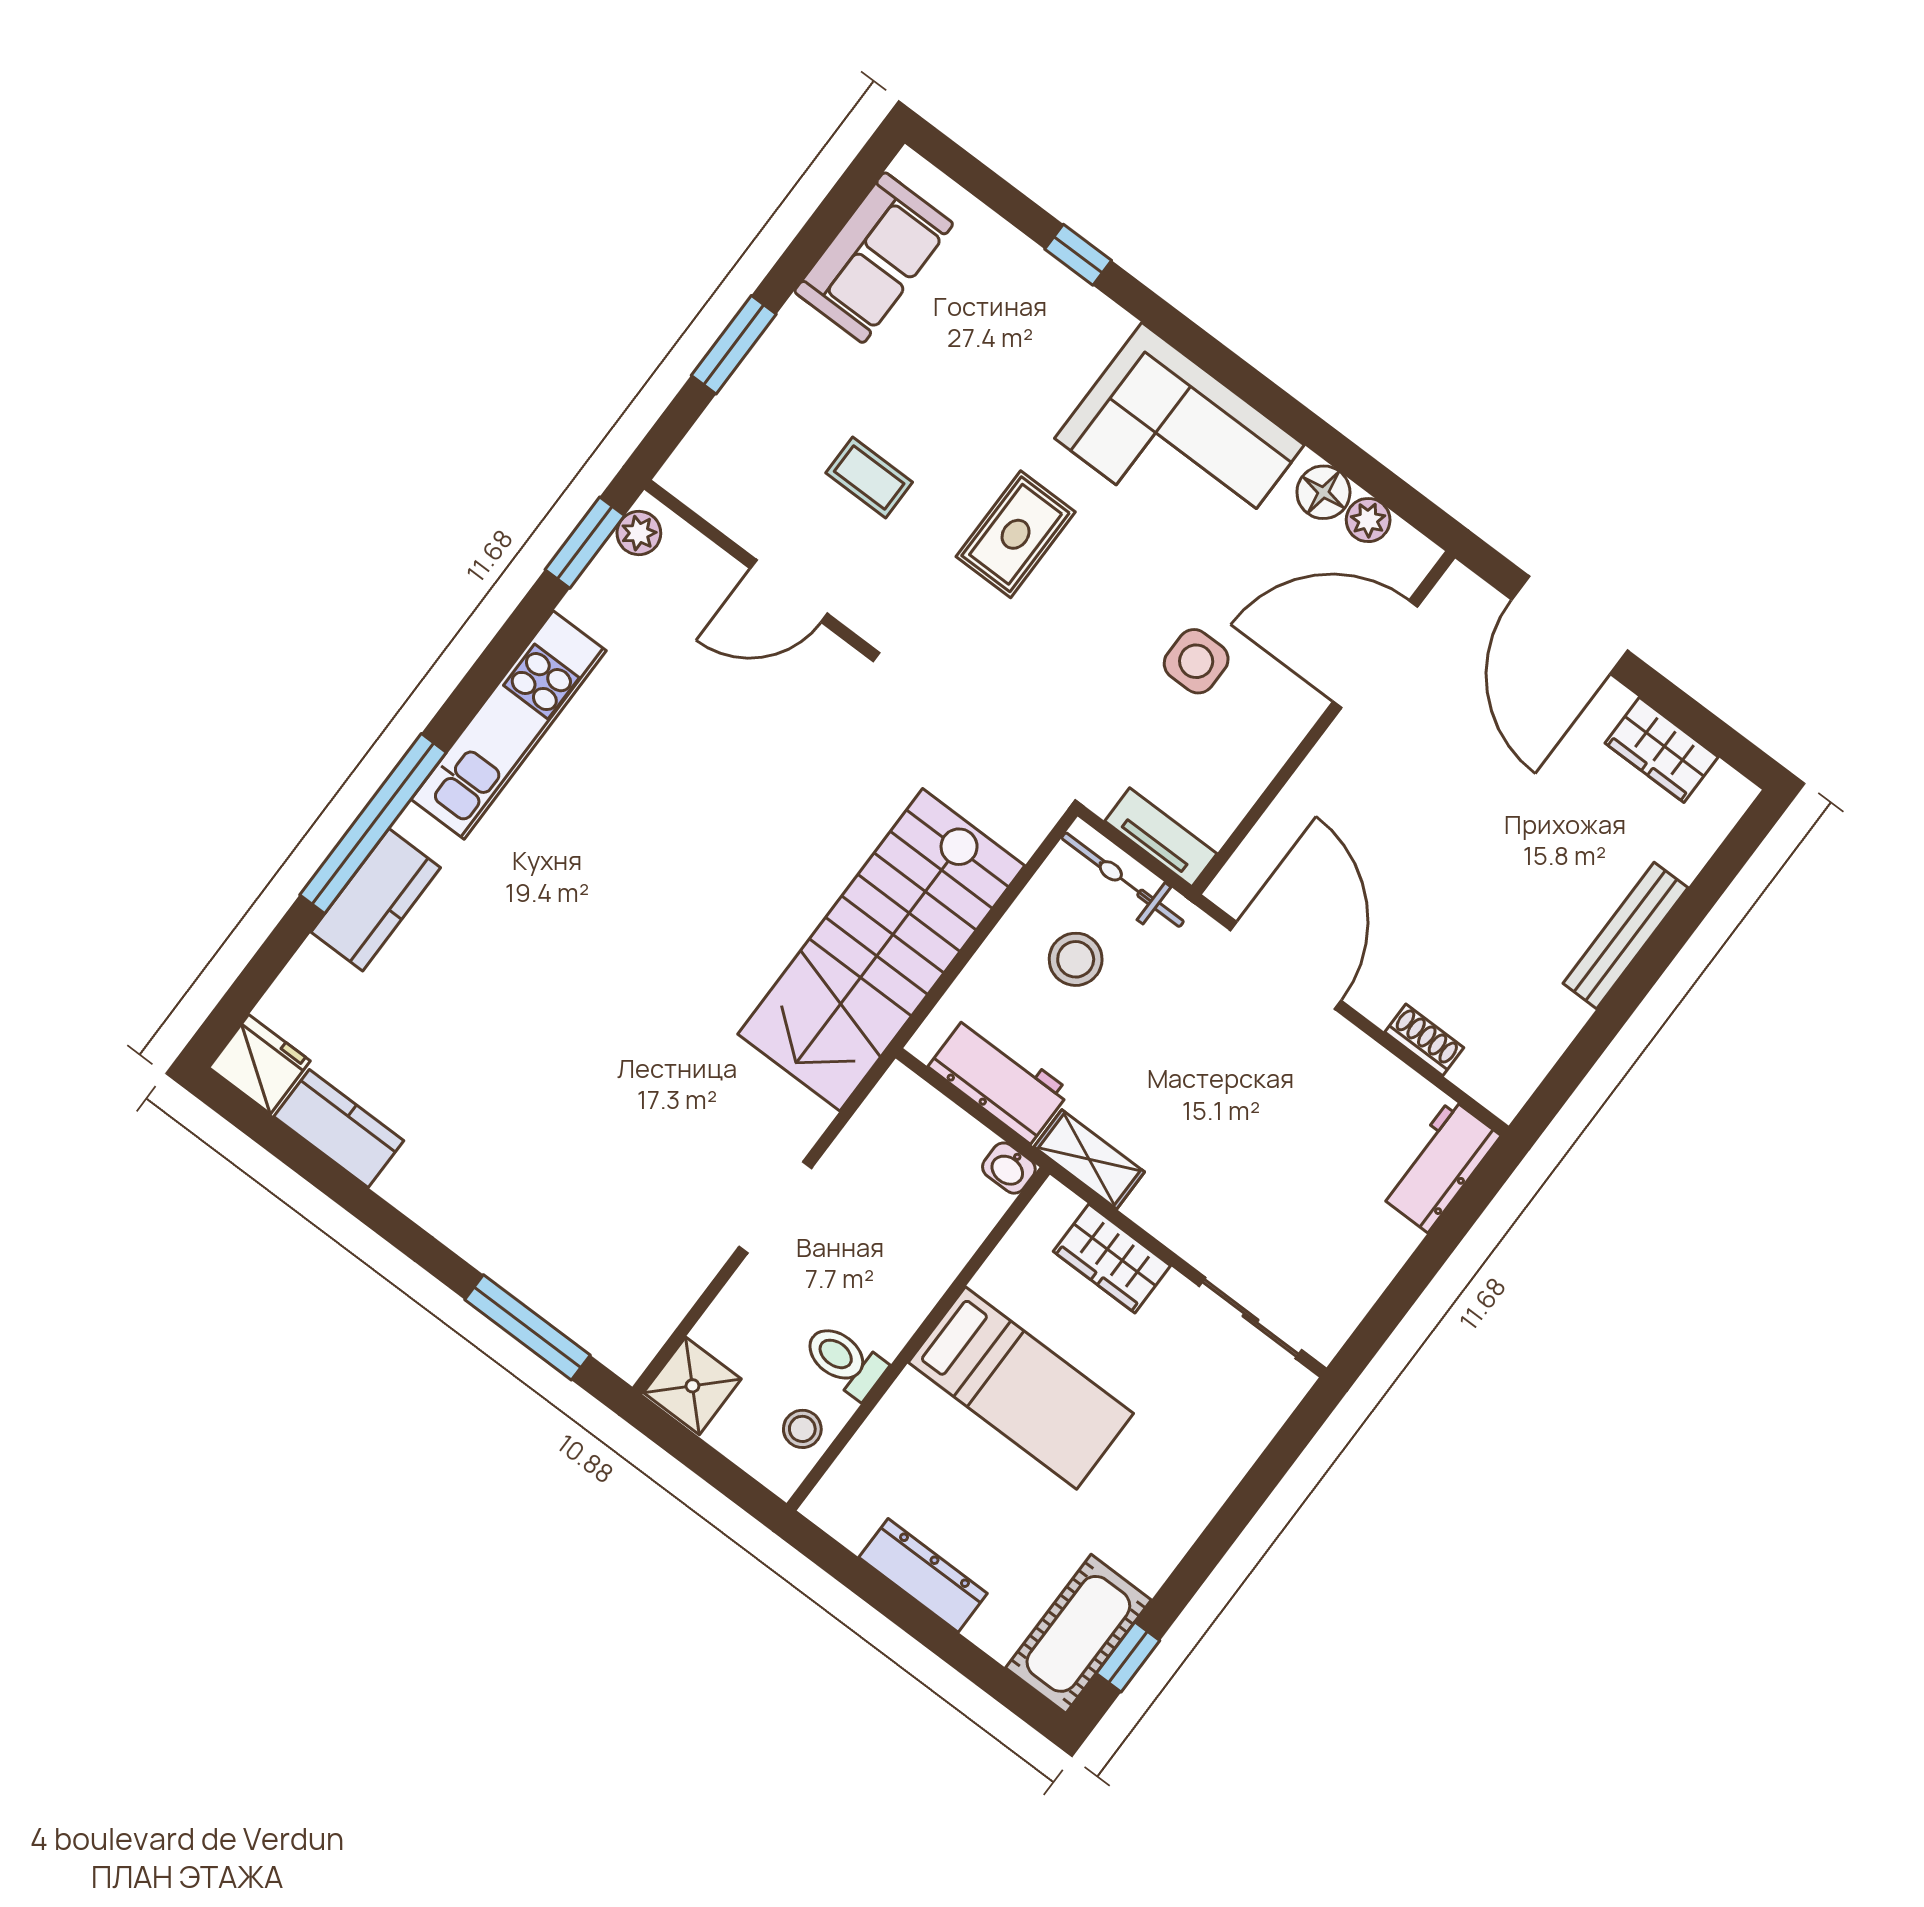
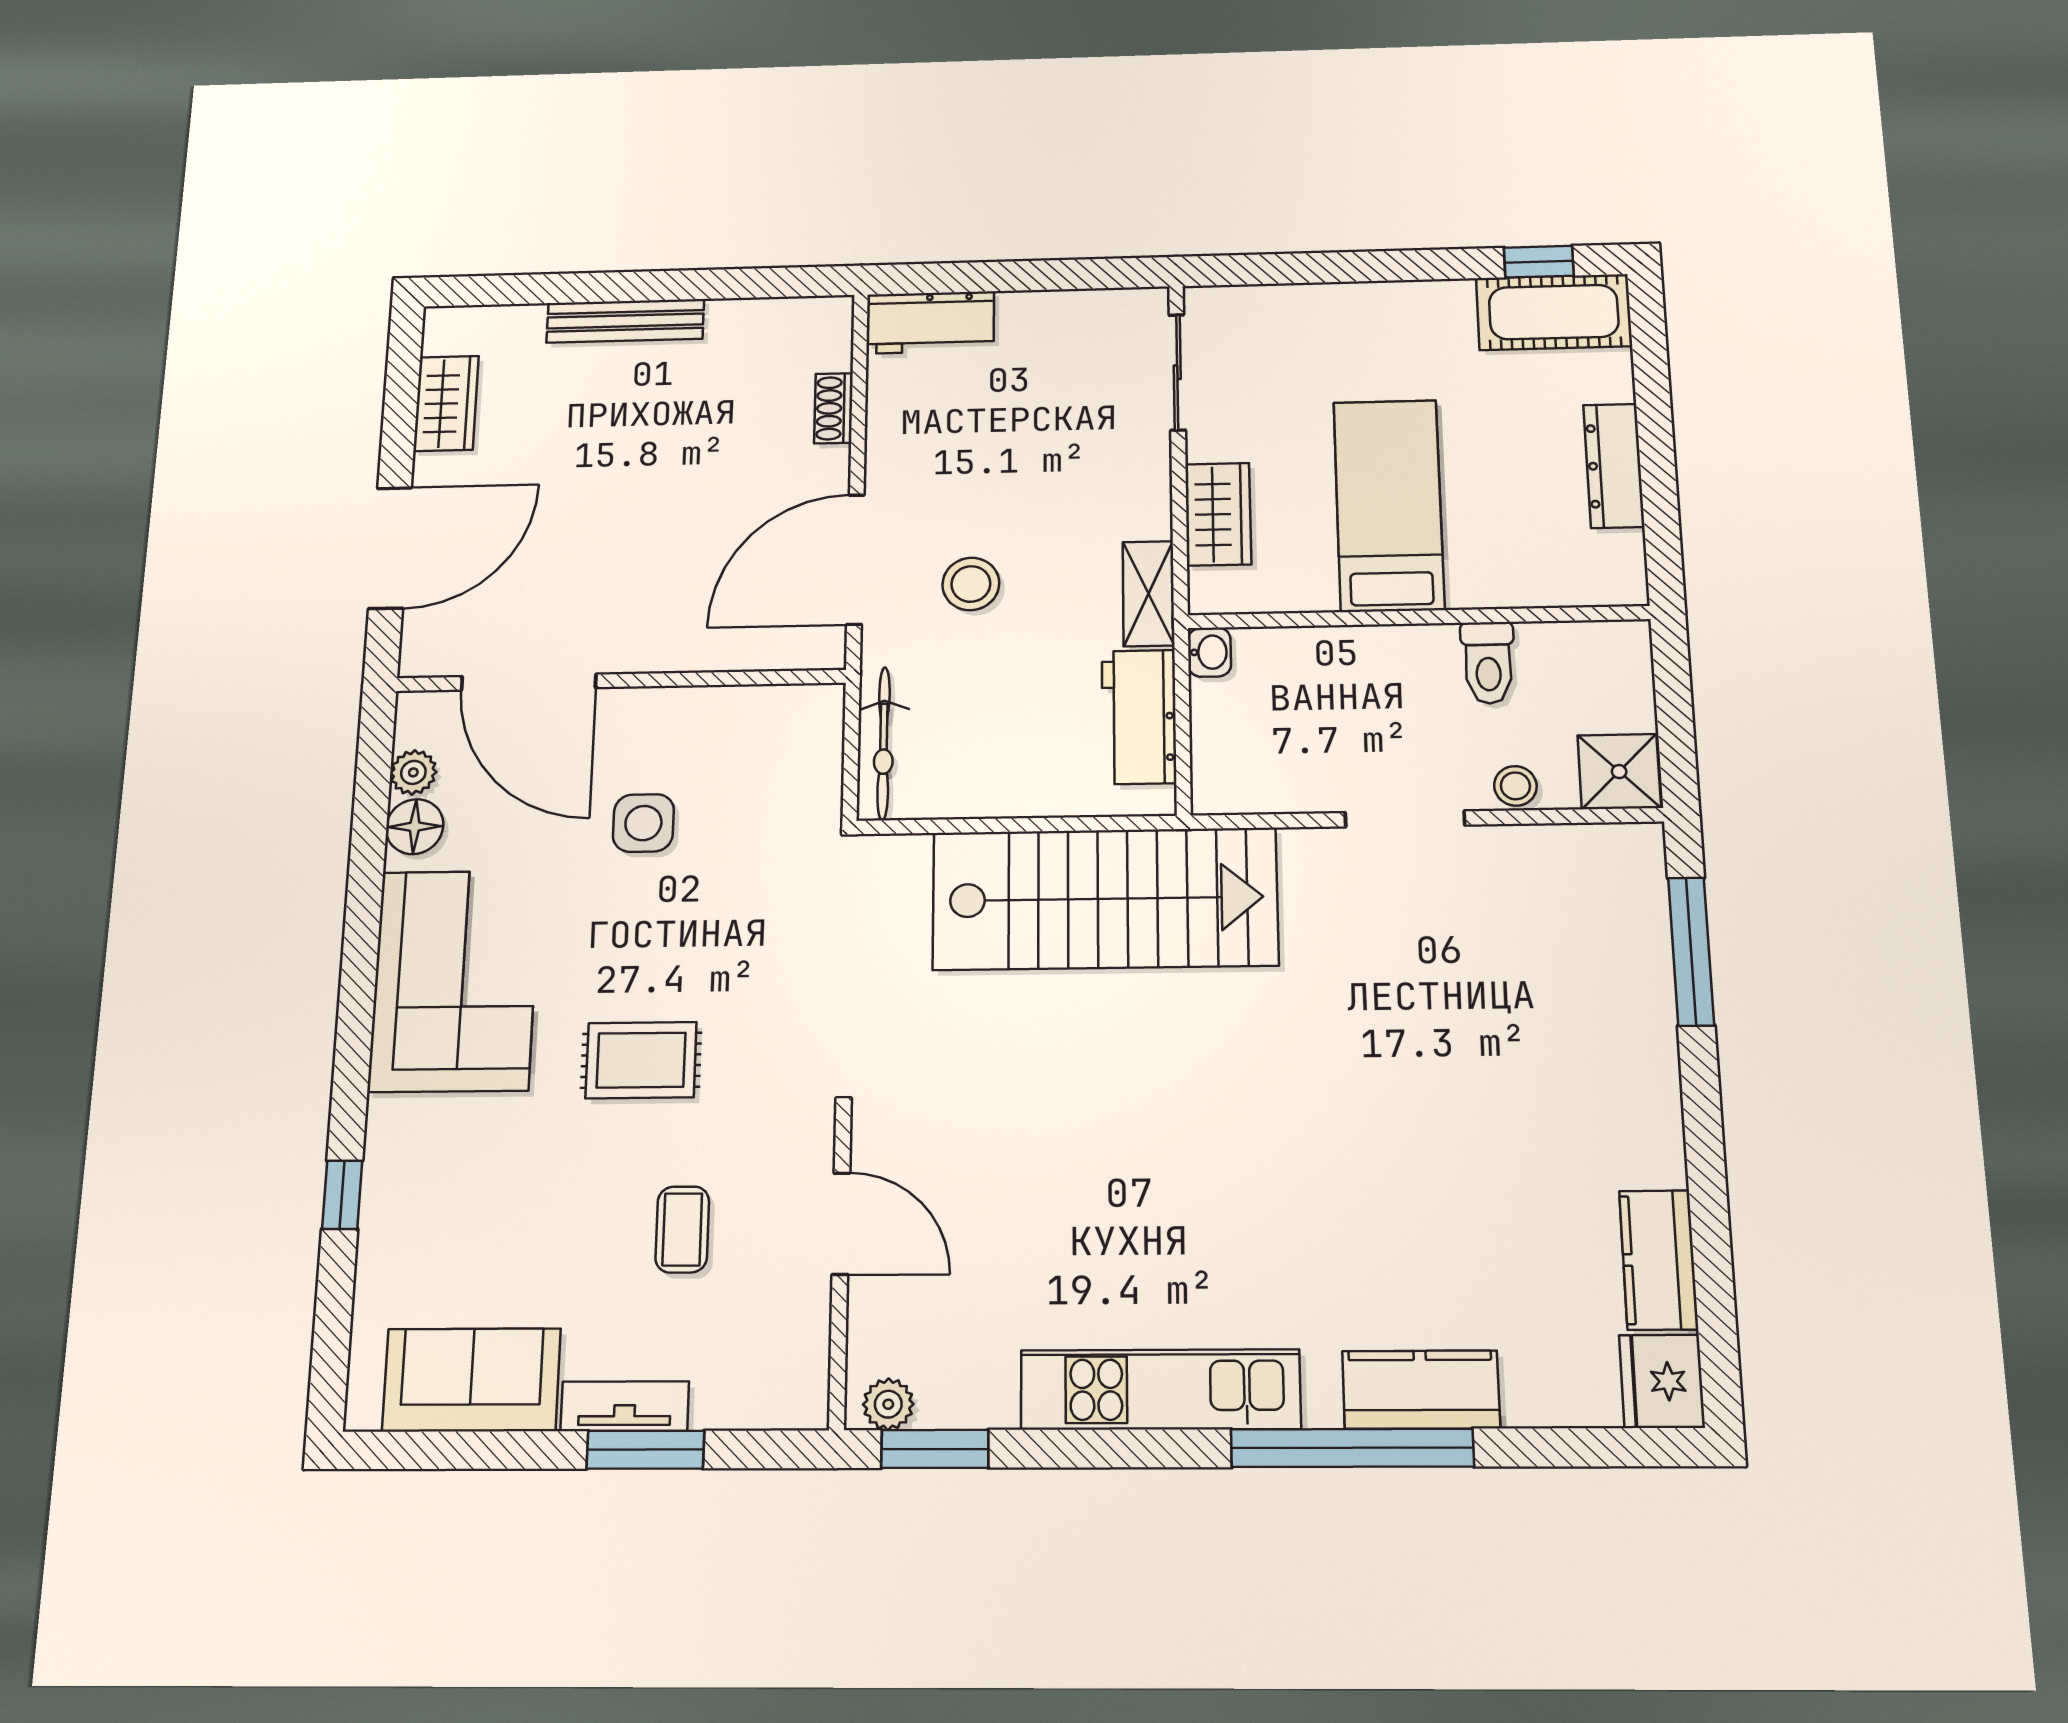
tv unit: (1161, 837) -> (625, 1406), moved, turned 90
stool: (1076, 959) -> (971, 584), moved
stool: (802, 1429) -> (1515, 786), moved

